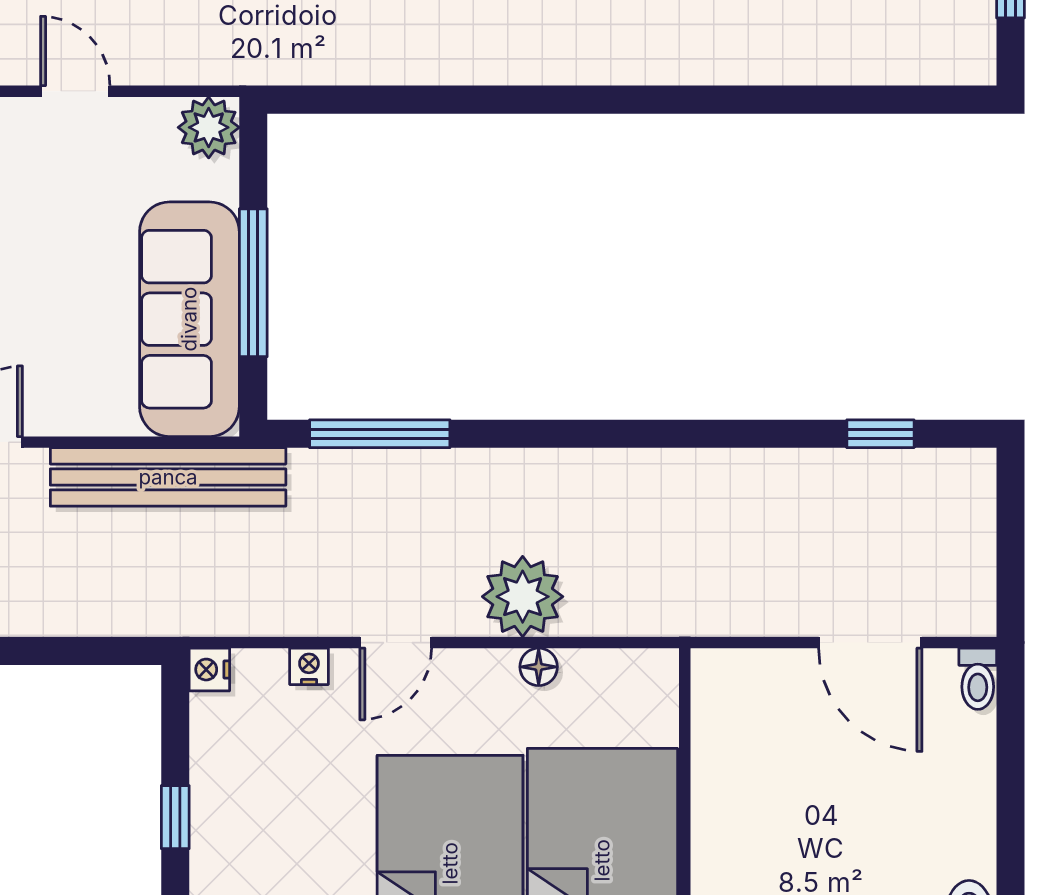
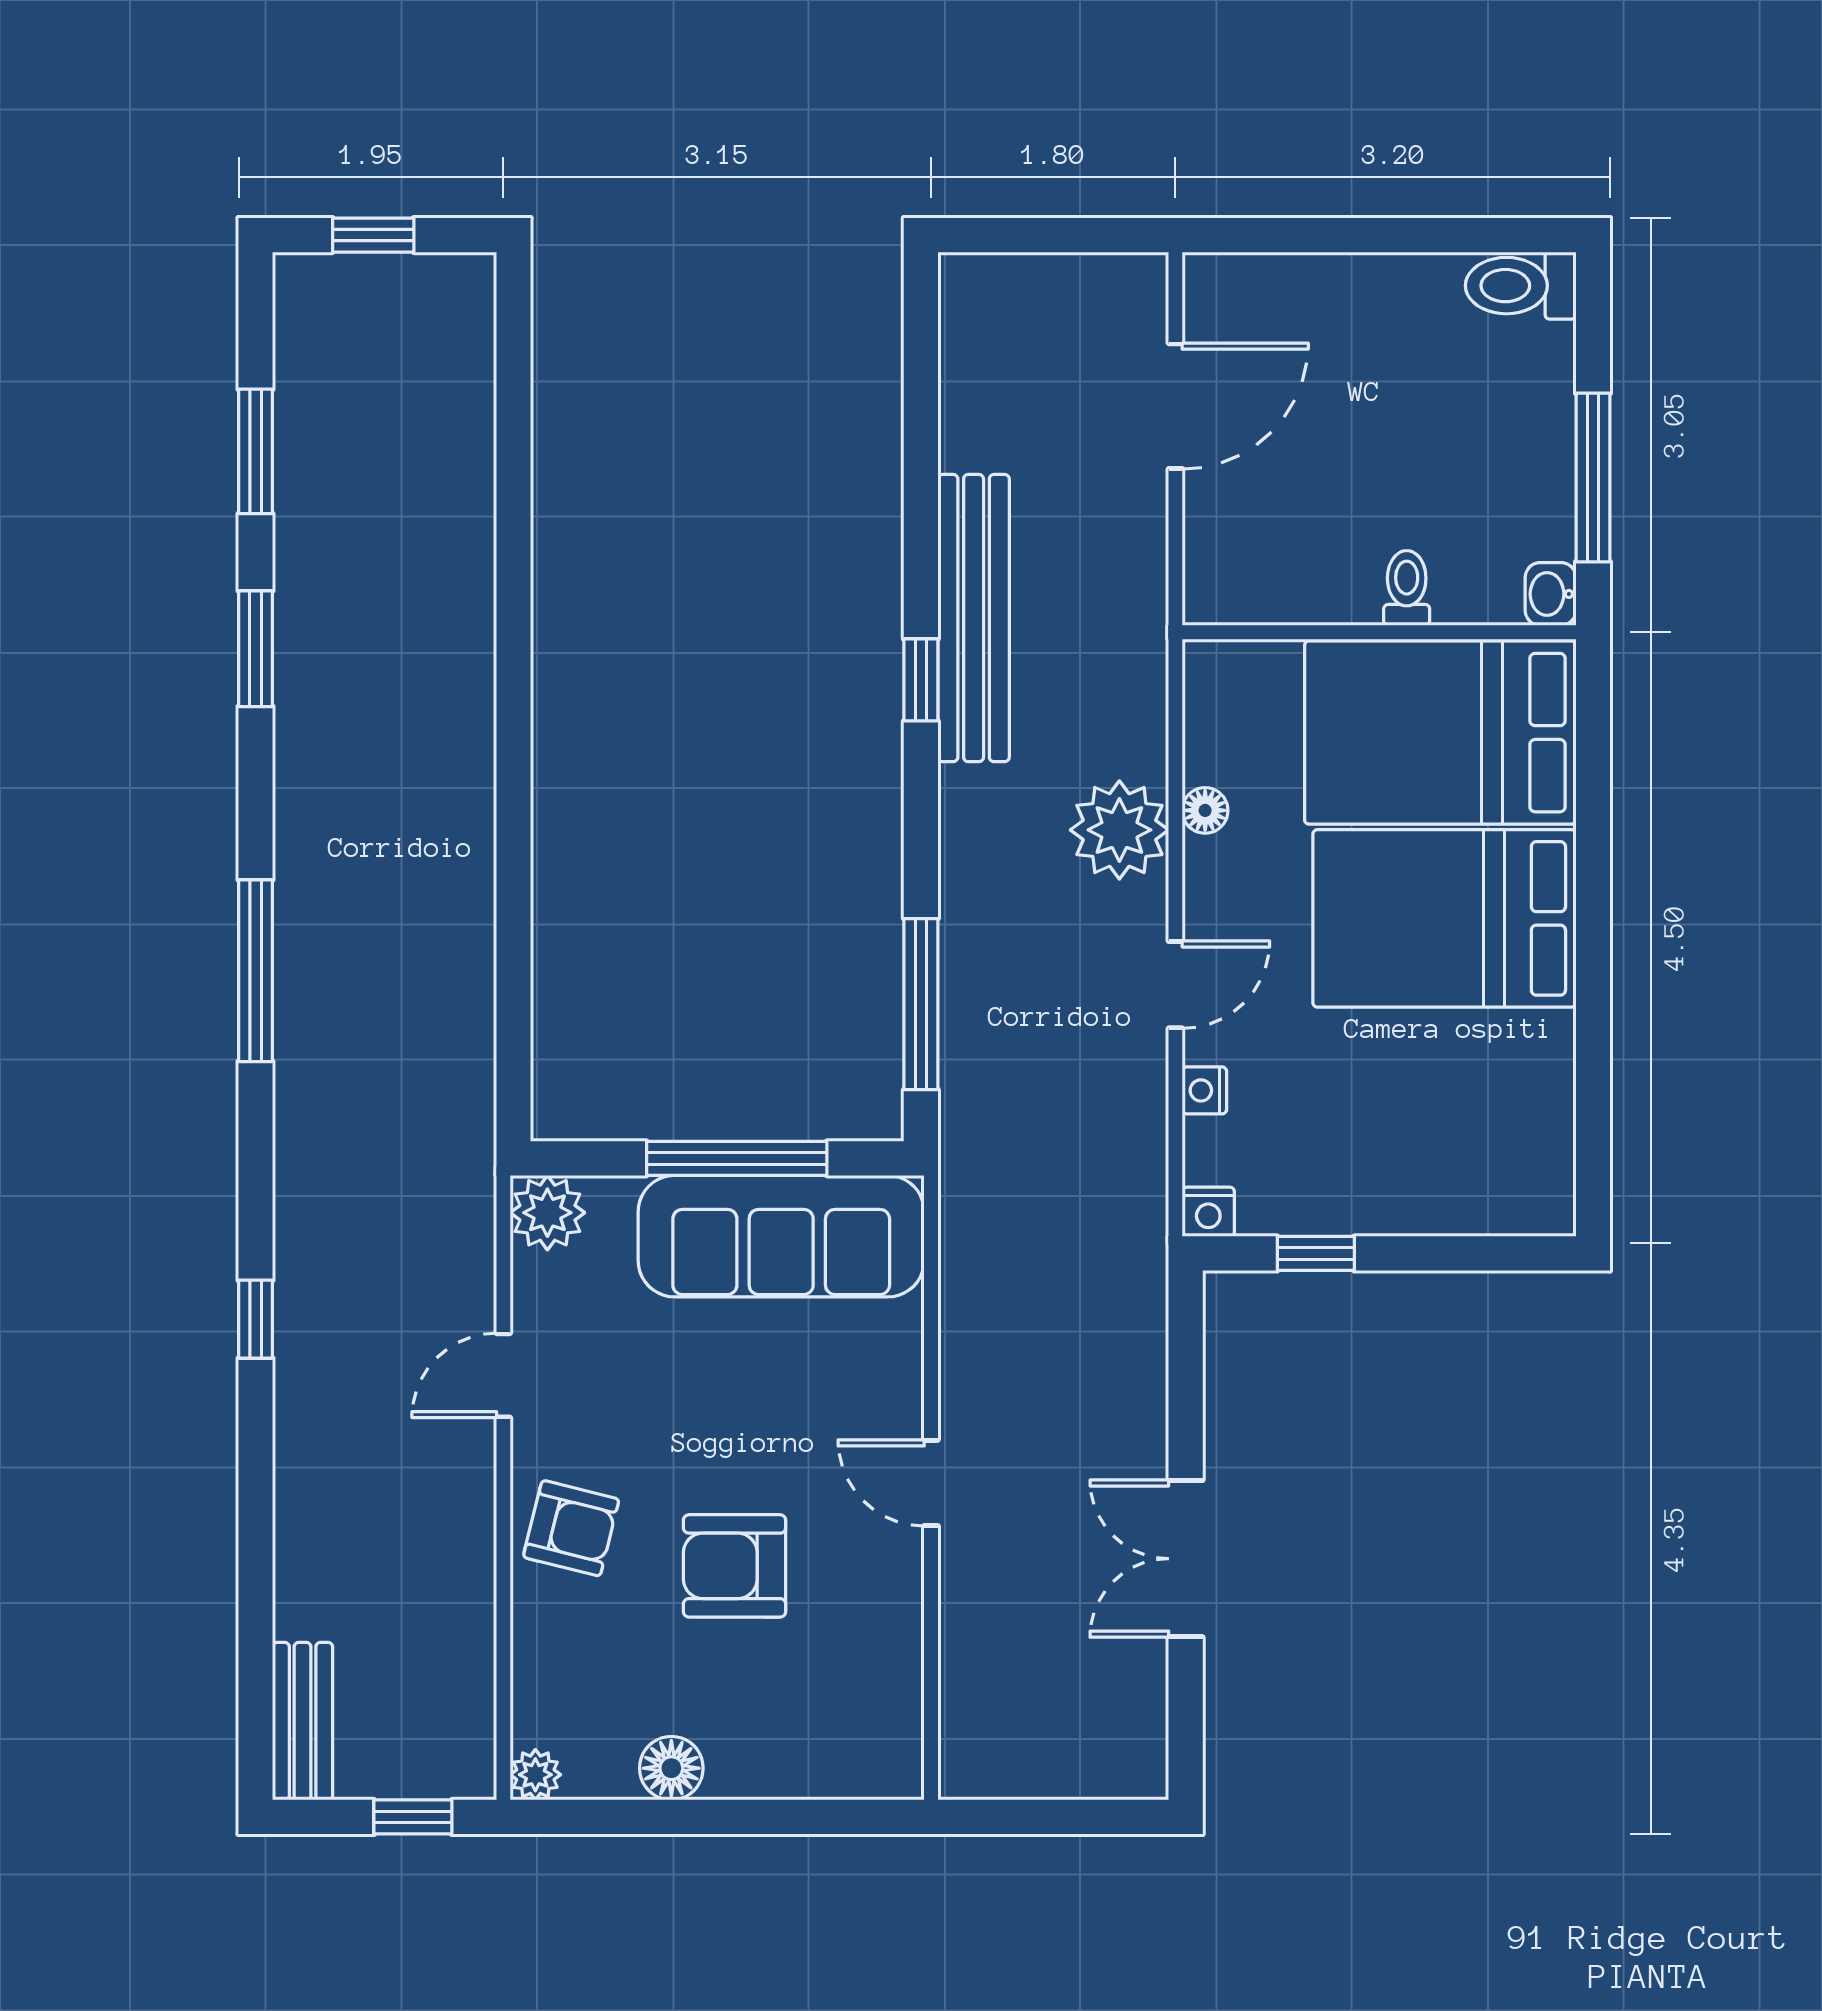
window: (880, 434) -> (921, 680), moved
bench: (168, 477) -> (974, 618), moved
door: (396, 643) -> (1175, 985), hinge flipped
toilet: (978, 679) -> (1407, 588), moved, turned -90
window: (175, 817) -> (1316, 1253), moved

